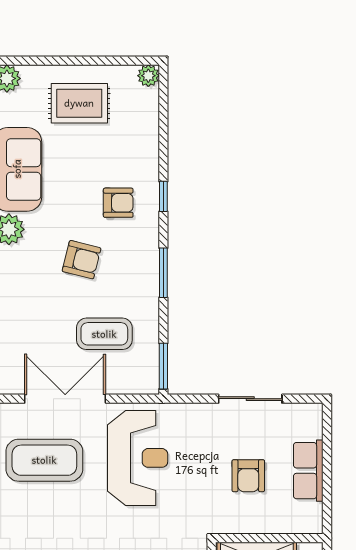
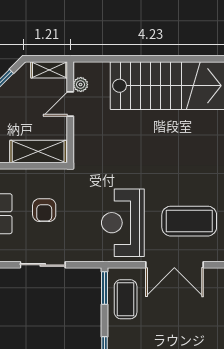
coffee table: (104, 334) -> (126, 299), moved, turned 90
armchair: (248, 476) -> (44, 210), turned 180

